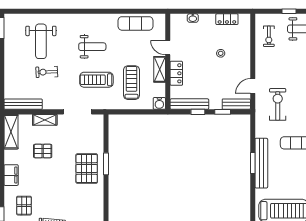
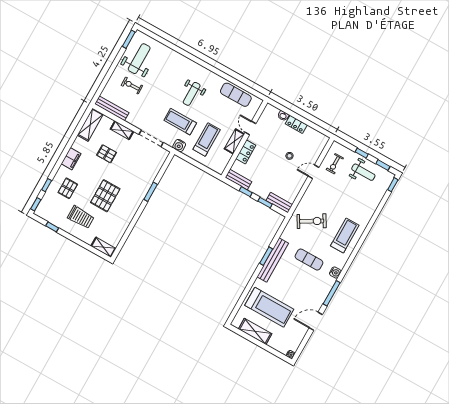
locker: (227, 19) -> (296, 124), moved
weight bench: (41, 41) -> (139, 59), moved, turned 180
weight bench: (92, 47) -> (192, 94), turned 90
exercise bike: (47, 72) -> (132, 86), moved
door: (253, 86) -> (314, 172), moved
water cooler: (159, 103) -> (179, 146), moved
bench: (189, 104) -> (238, 180), width x0.73
exercise bike: (278, 104) -> (312, 221), turned 59
pallet: (87, 169) -> (105, 196), moved

